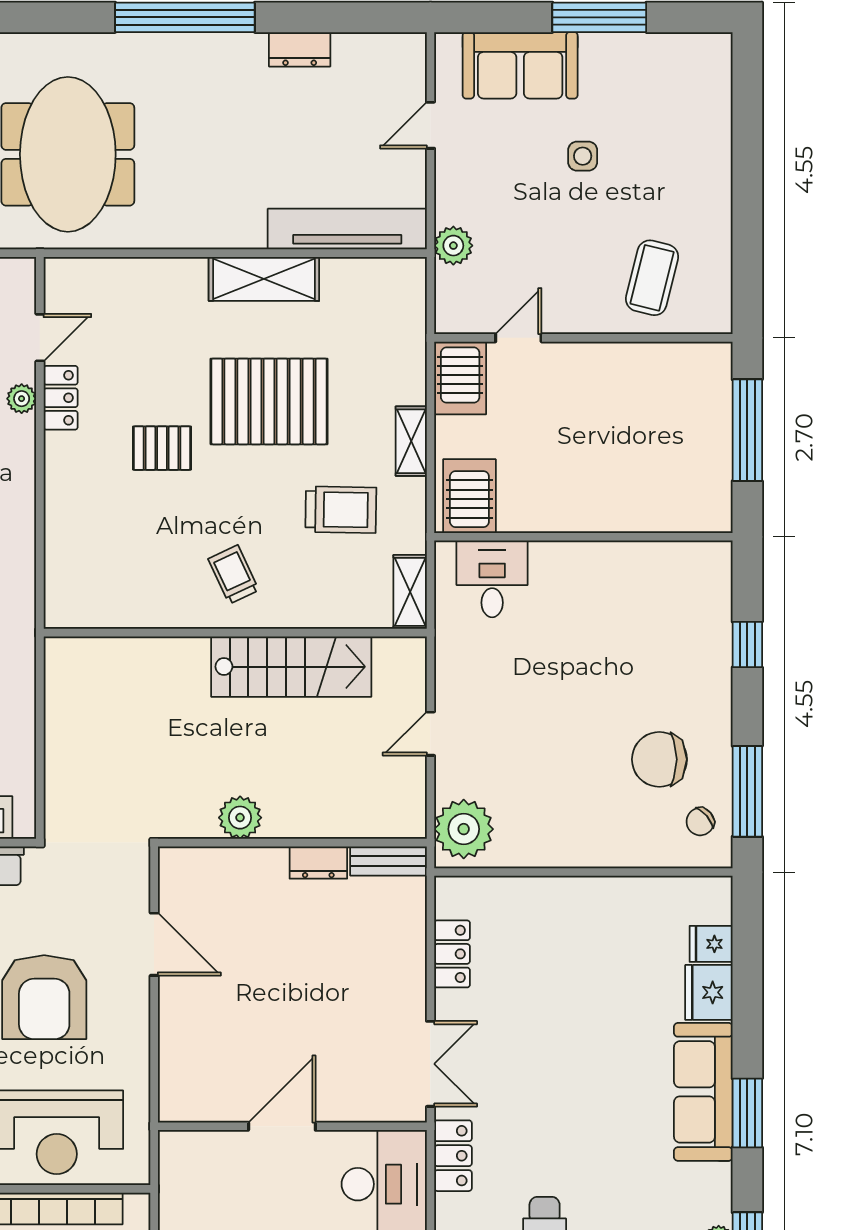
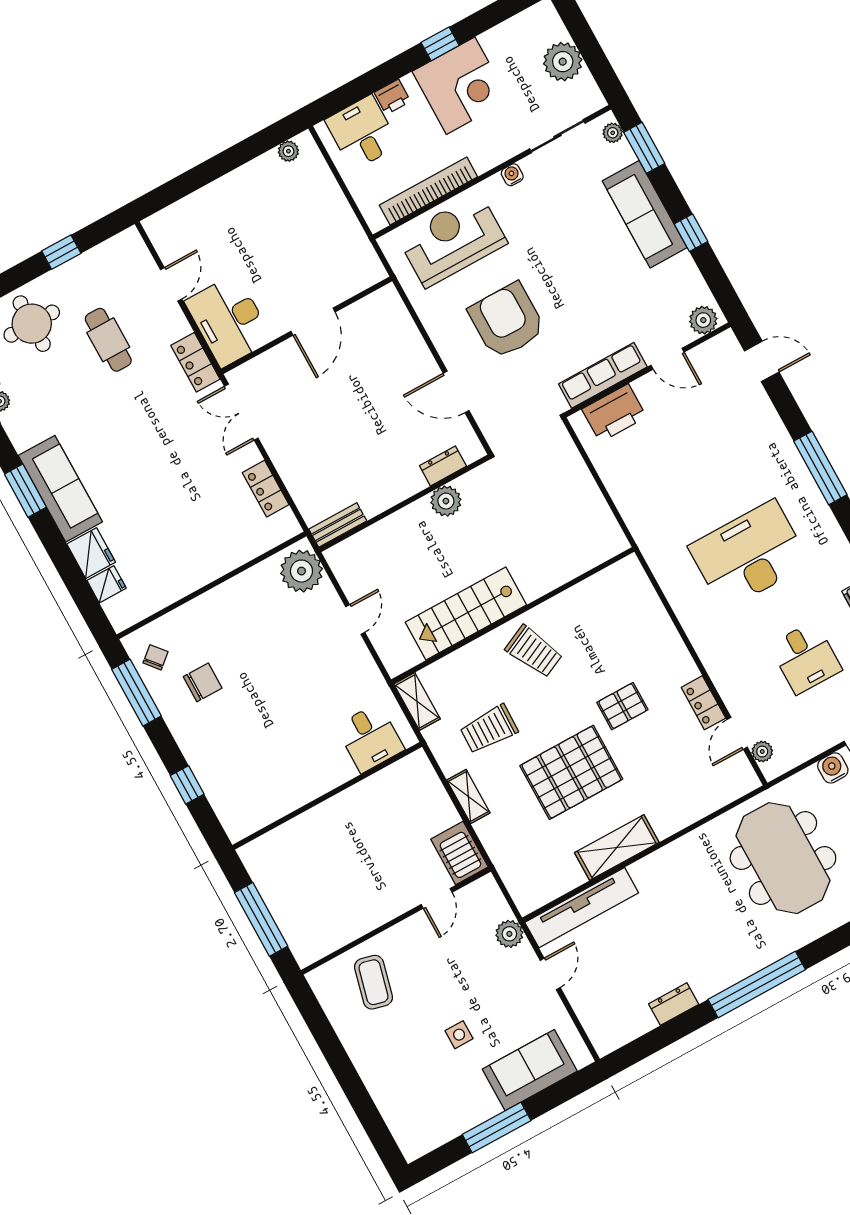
door: (430, 125) -> (550, 974), moved
plant: (22, 399) -> (762, 752), moved
server rack: (469, 496) -> (413, 782), removed
trolley: (233, 574) -> (534, 651), width x1.36, depth x1.39
chair: (659, 759) -> (203, 682), width x0.73, depth x0.73
dresser: (318, 862) -> (443, 466), moved

